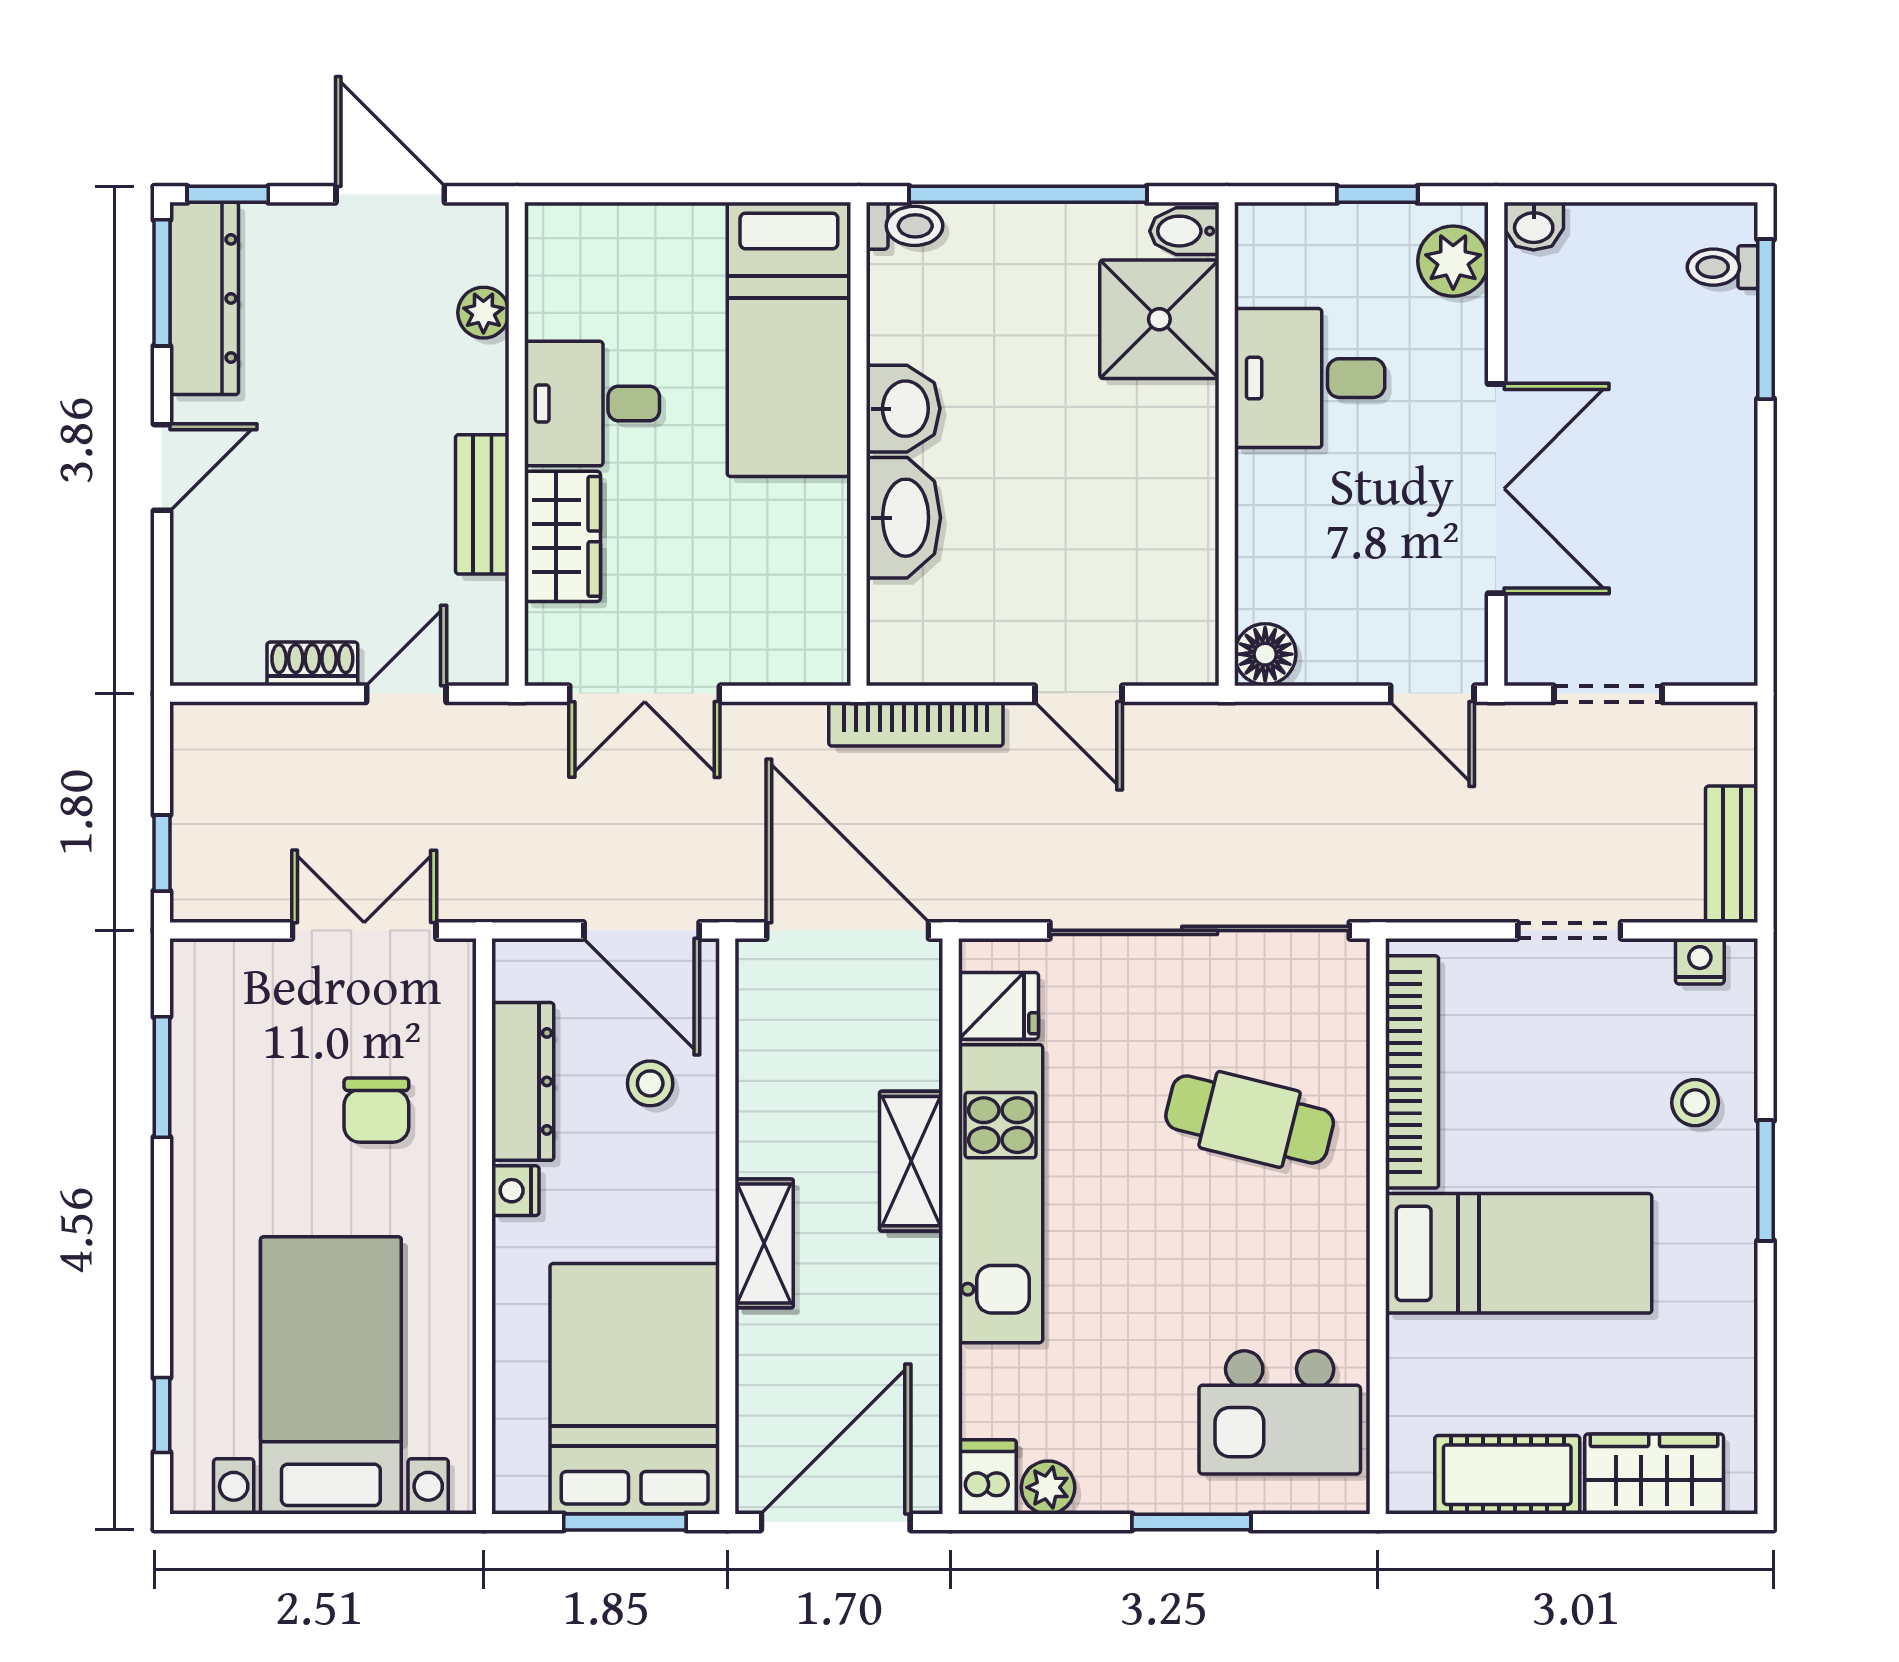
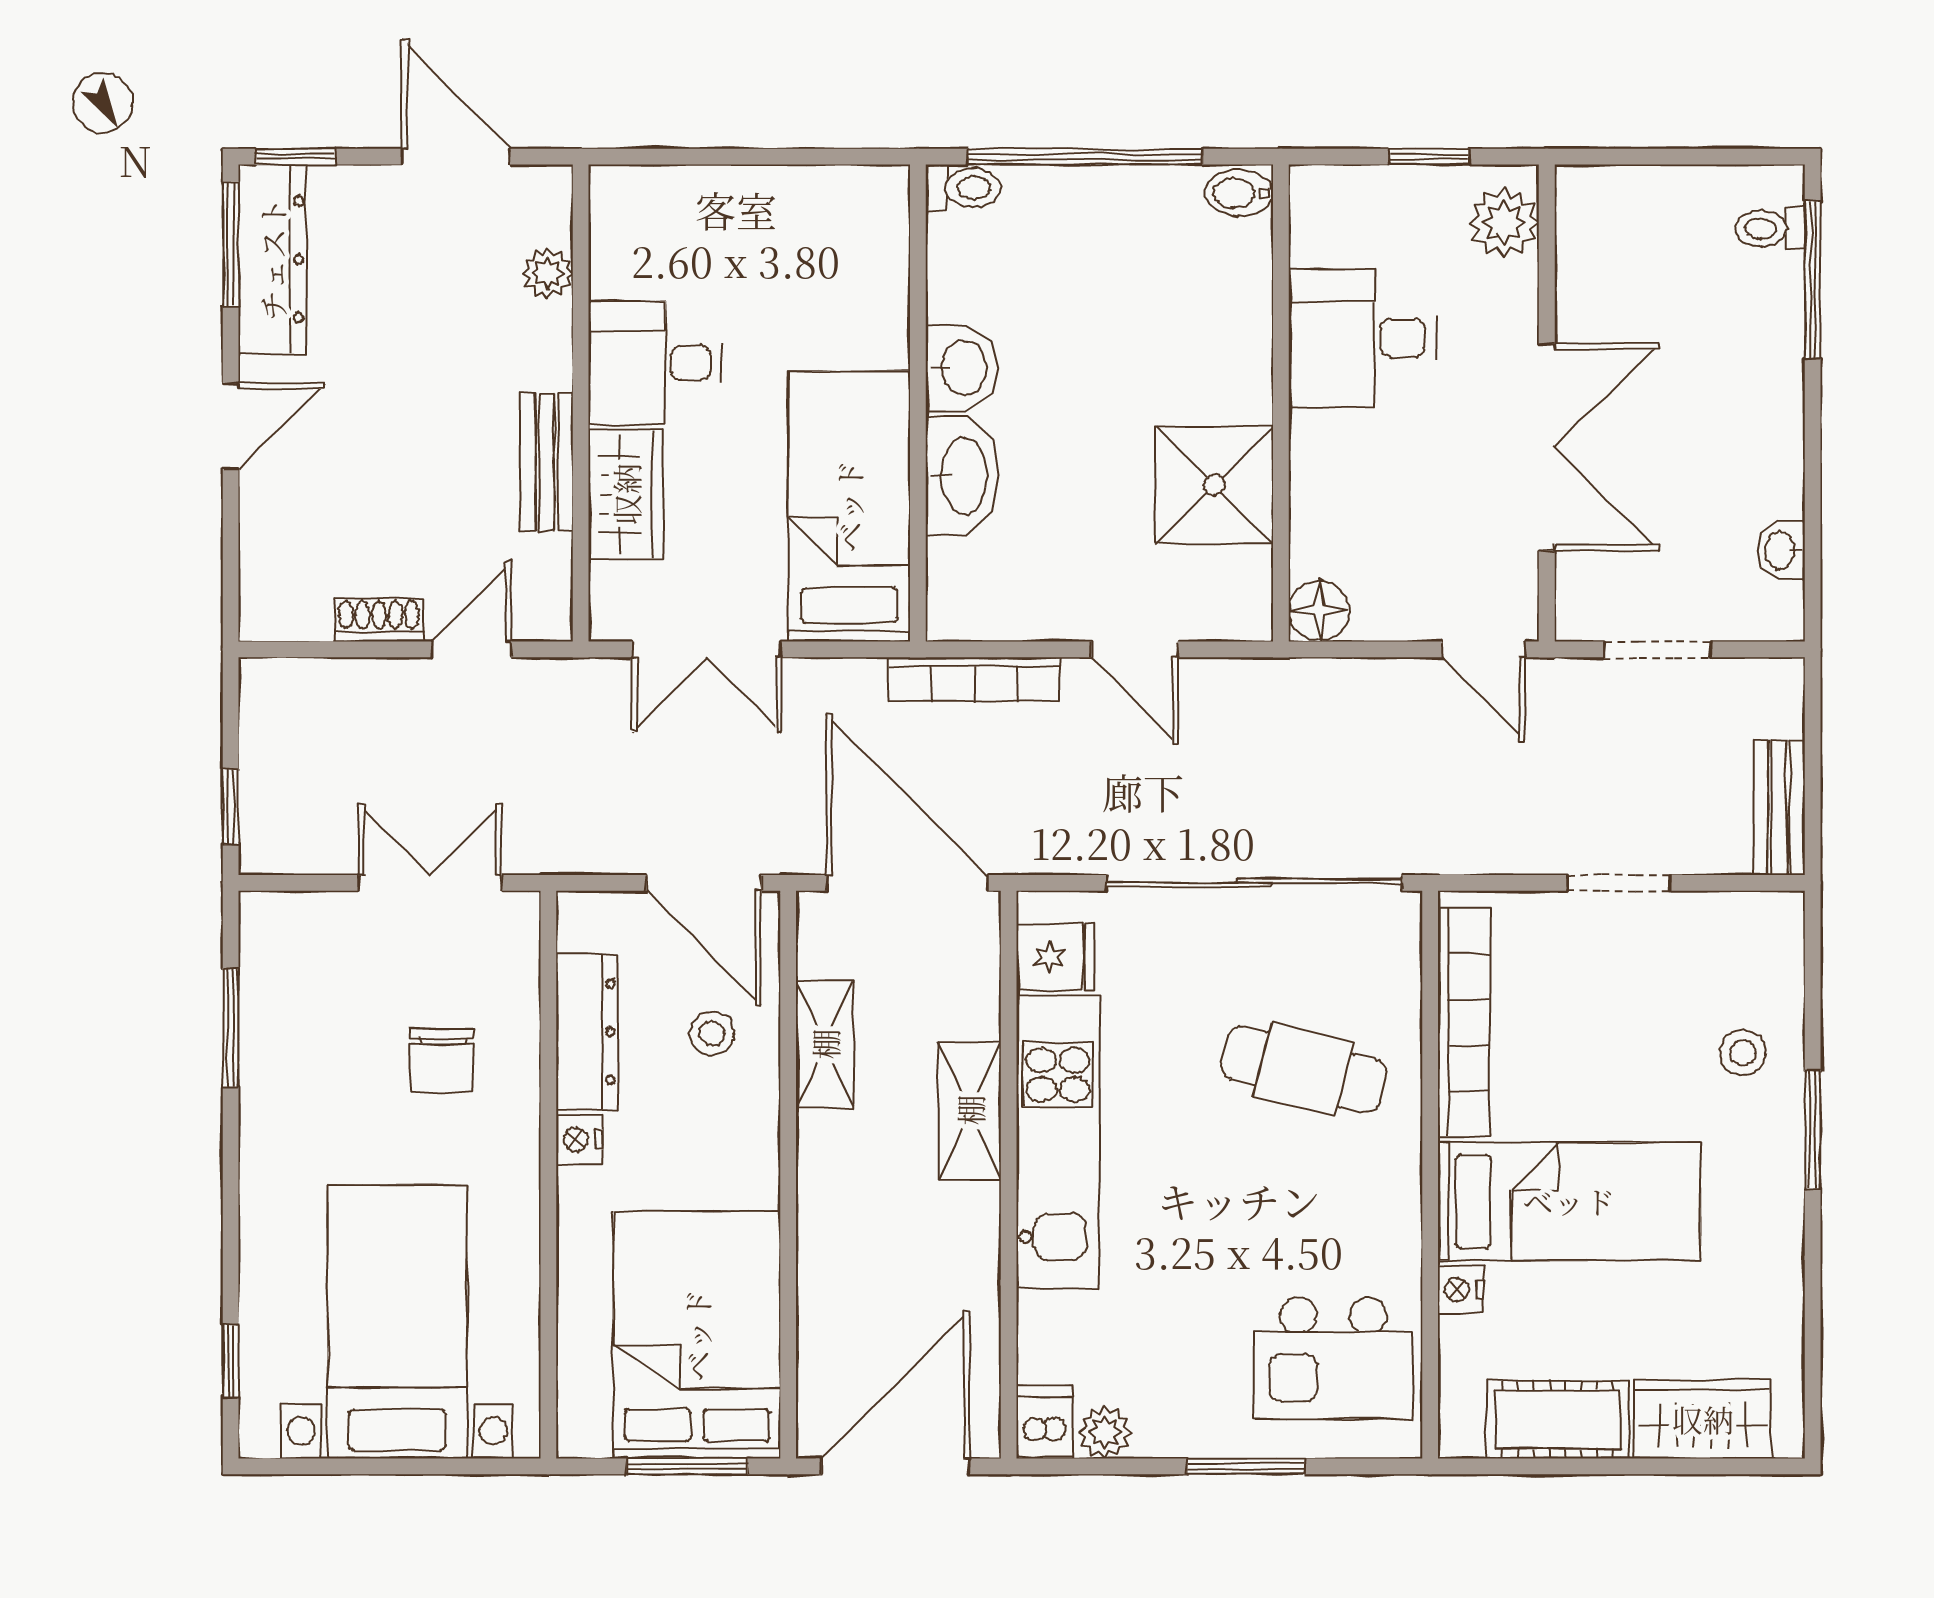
washbasin: (1534, 226) -> (1781, 551), moved, turned 90
shower: (1159, 319) -> (1215, 485), moved
bed: (789, 339) -> (849, 506), moved, turned 180
nightstand: (1700, 961) -> (1460, 1289), moved, turned -90
shelving: (764, 1243) -> (825, 1044), moved

